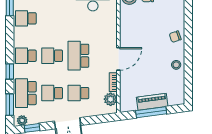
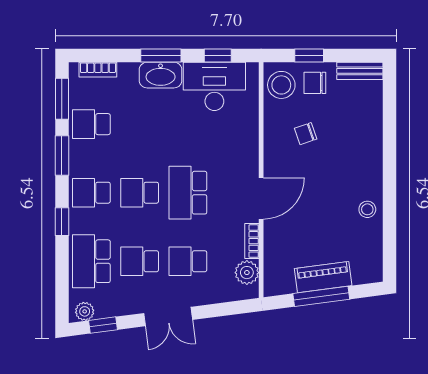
chair: (175, 37) -> (306, 134), moved
window: (10, 105) -> (62, 155), moved

